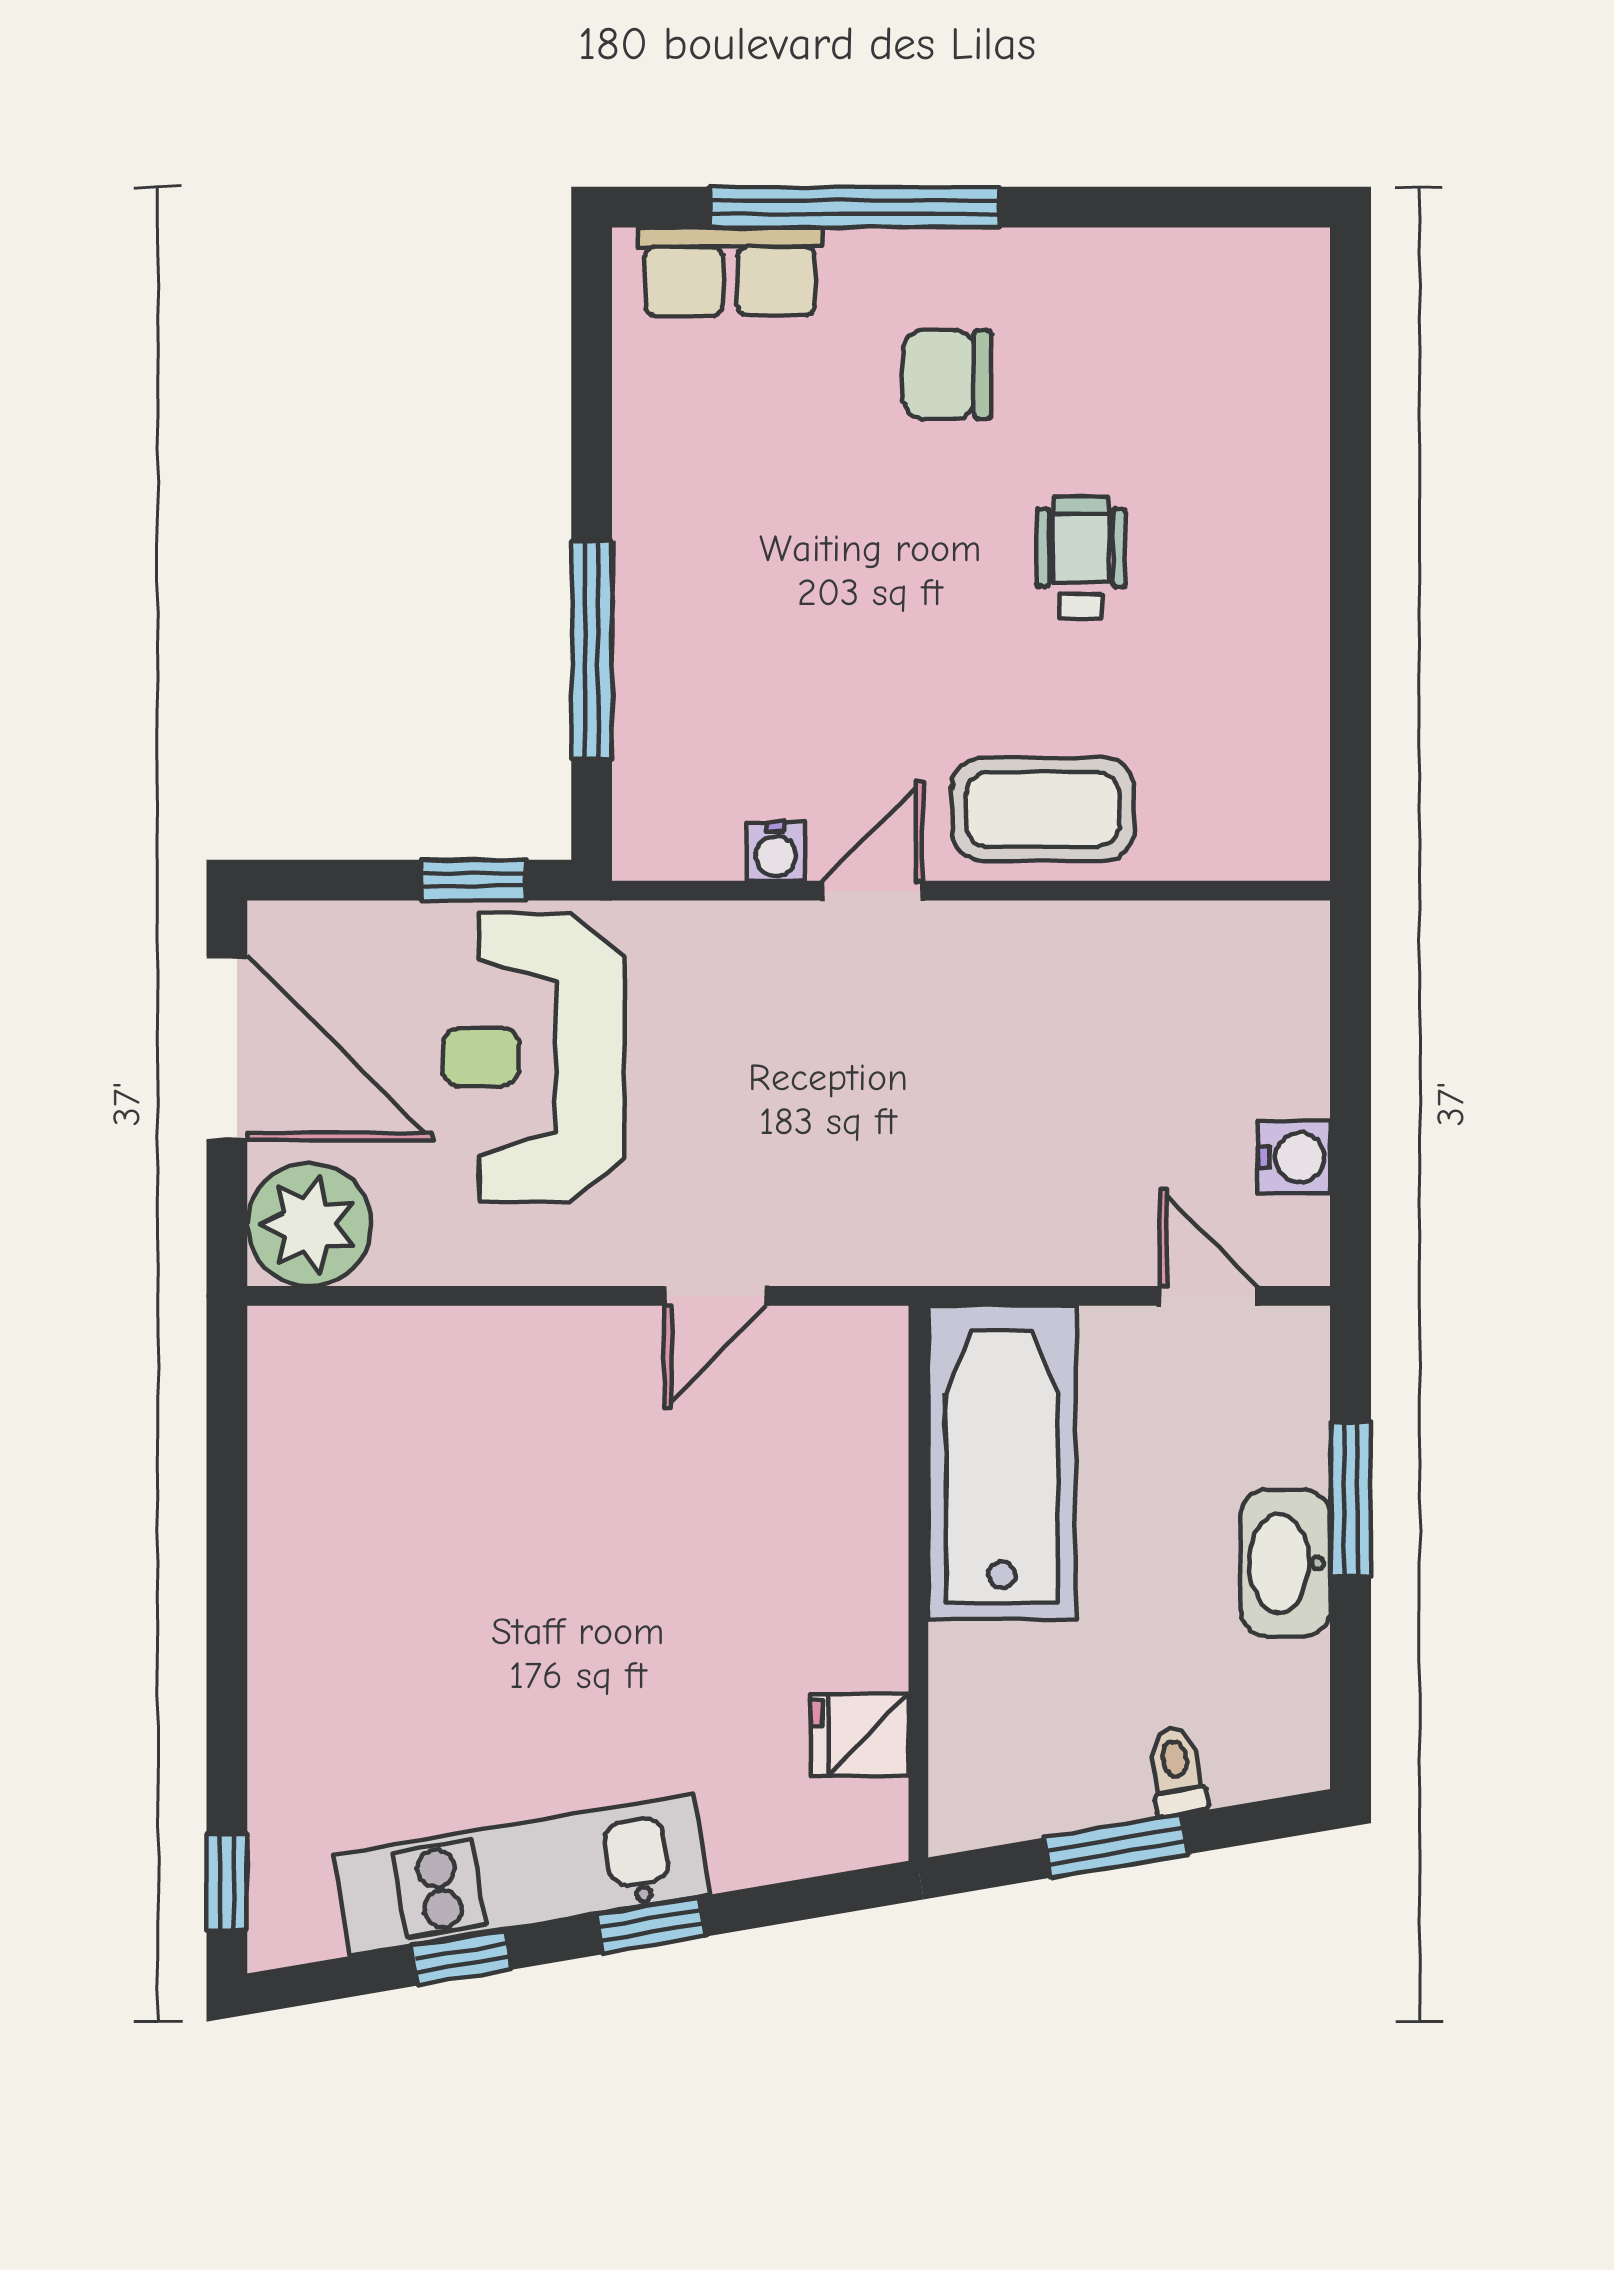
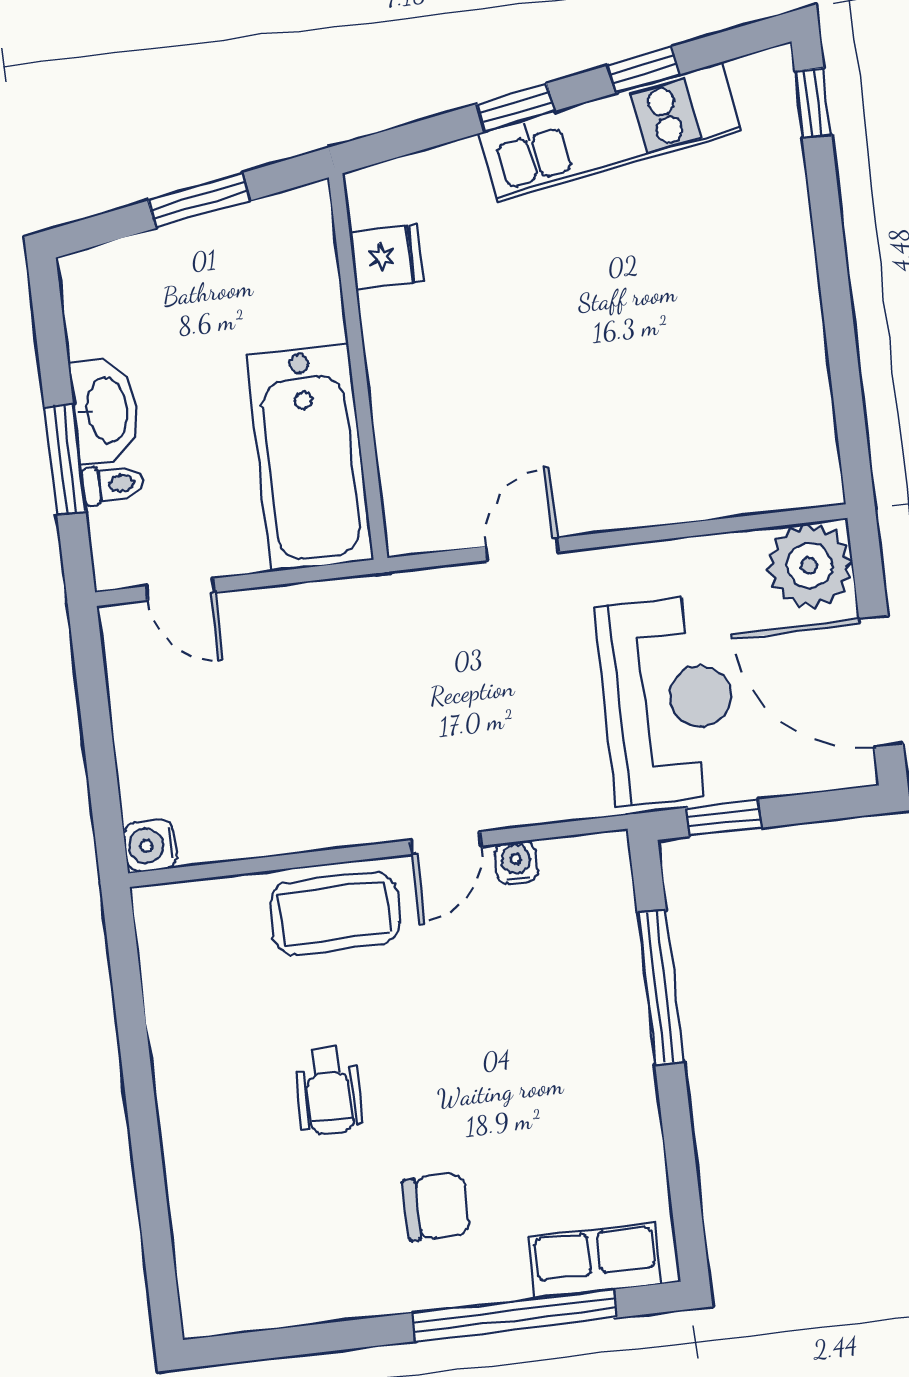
water cooler: (1294, 1157) -> (150, 845), moved
toilet: (1177, 1771) -> (113, 484), moved, turned -80

